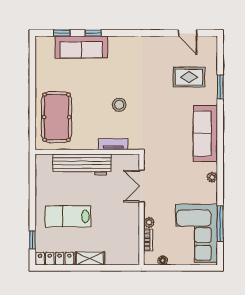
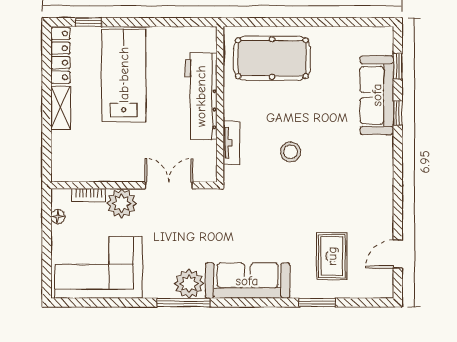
plant: (212, 177) -> (189, 284), width x1.88, depth x1.88
lab bench: (68, 216) -> (124, 75), width x1.36, depth x1.39
plant: (149, 222) -> (122, 203), width x1.88, depth x1.88
window: (220, 224) -> (184, 303), moved

